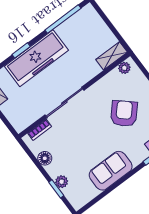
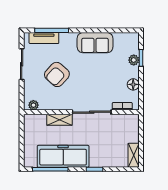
shelving: (112, 56) -> (59, 120), moved
freezer: (36, 58) -> (63, 156), moved

